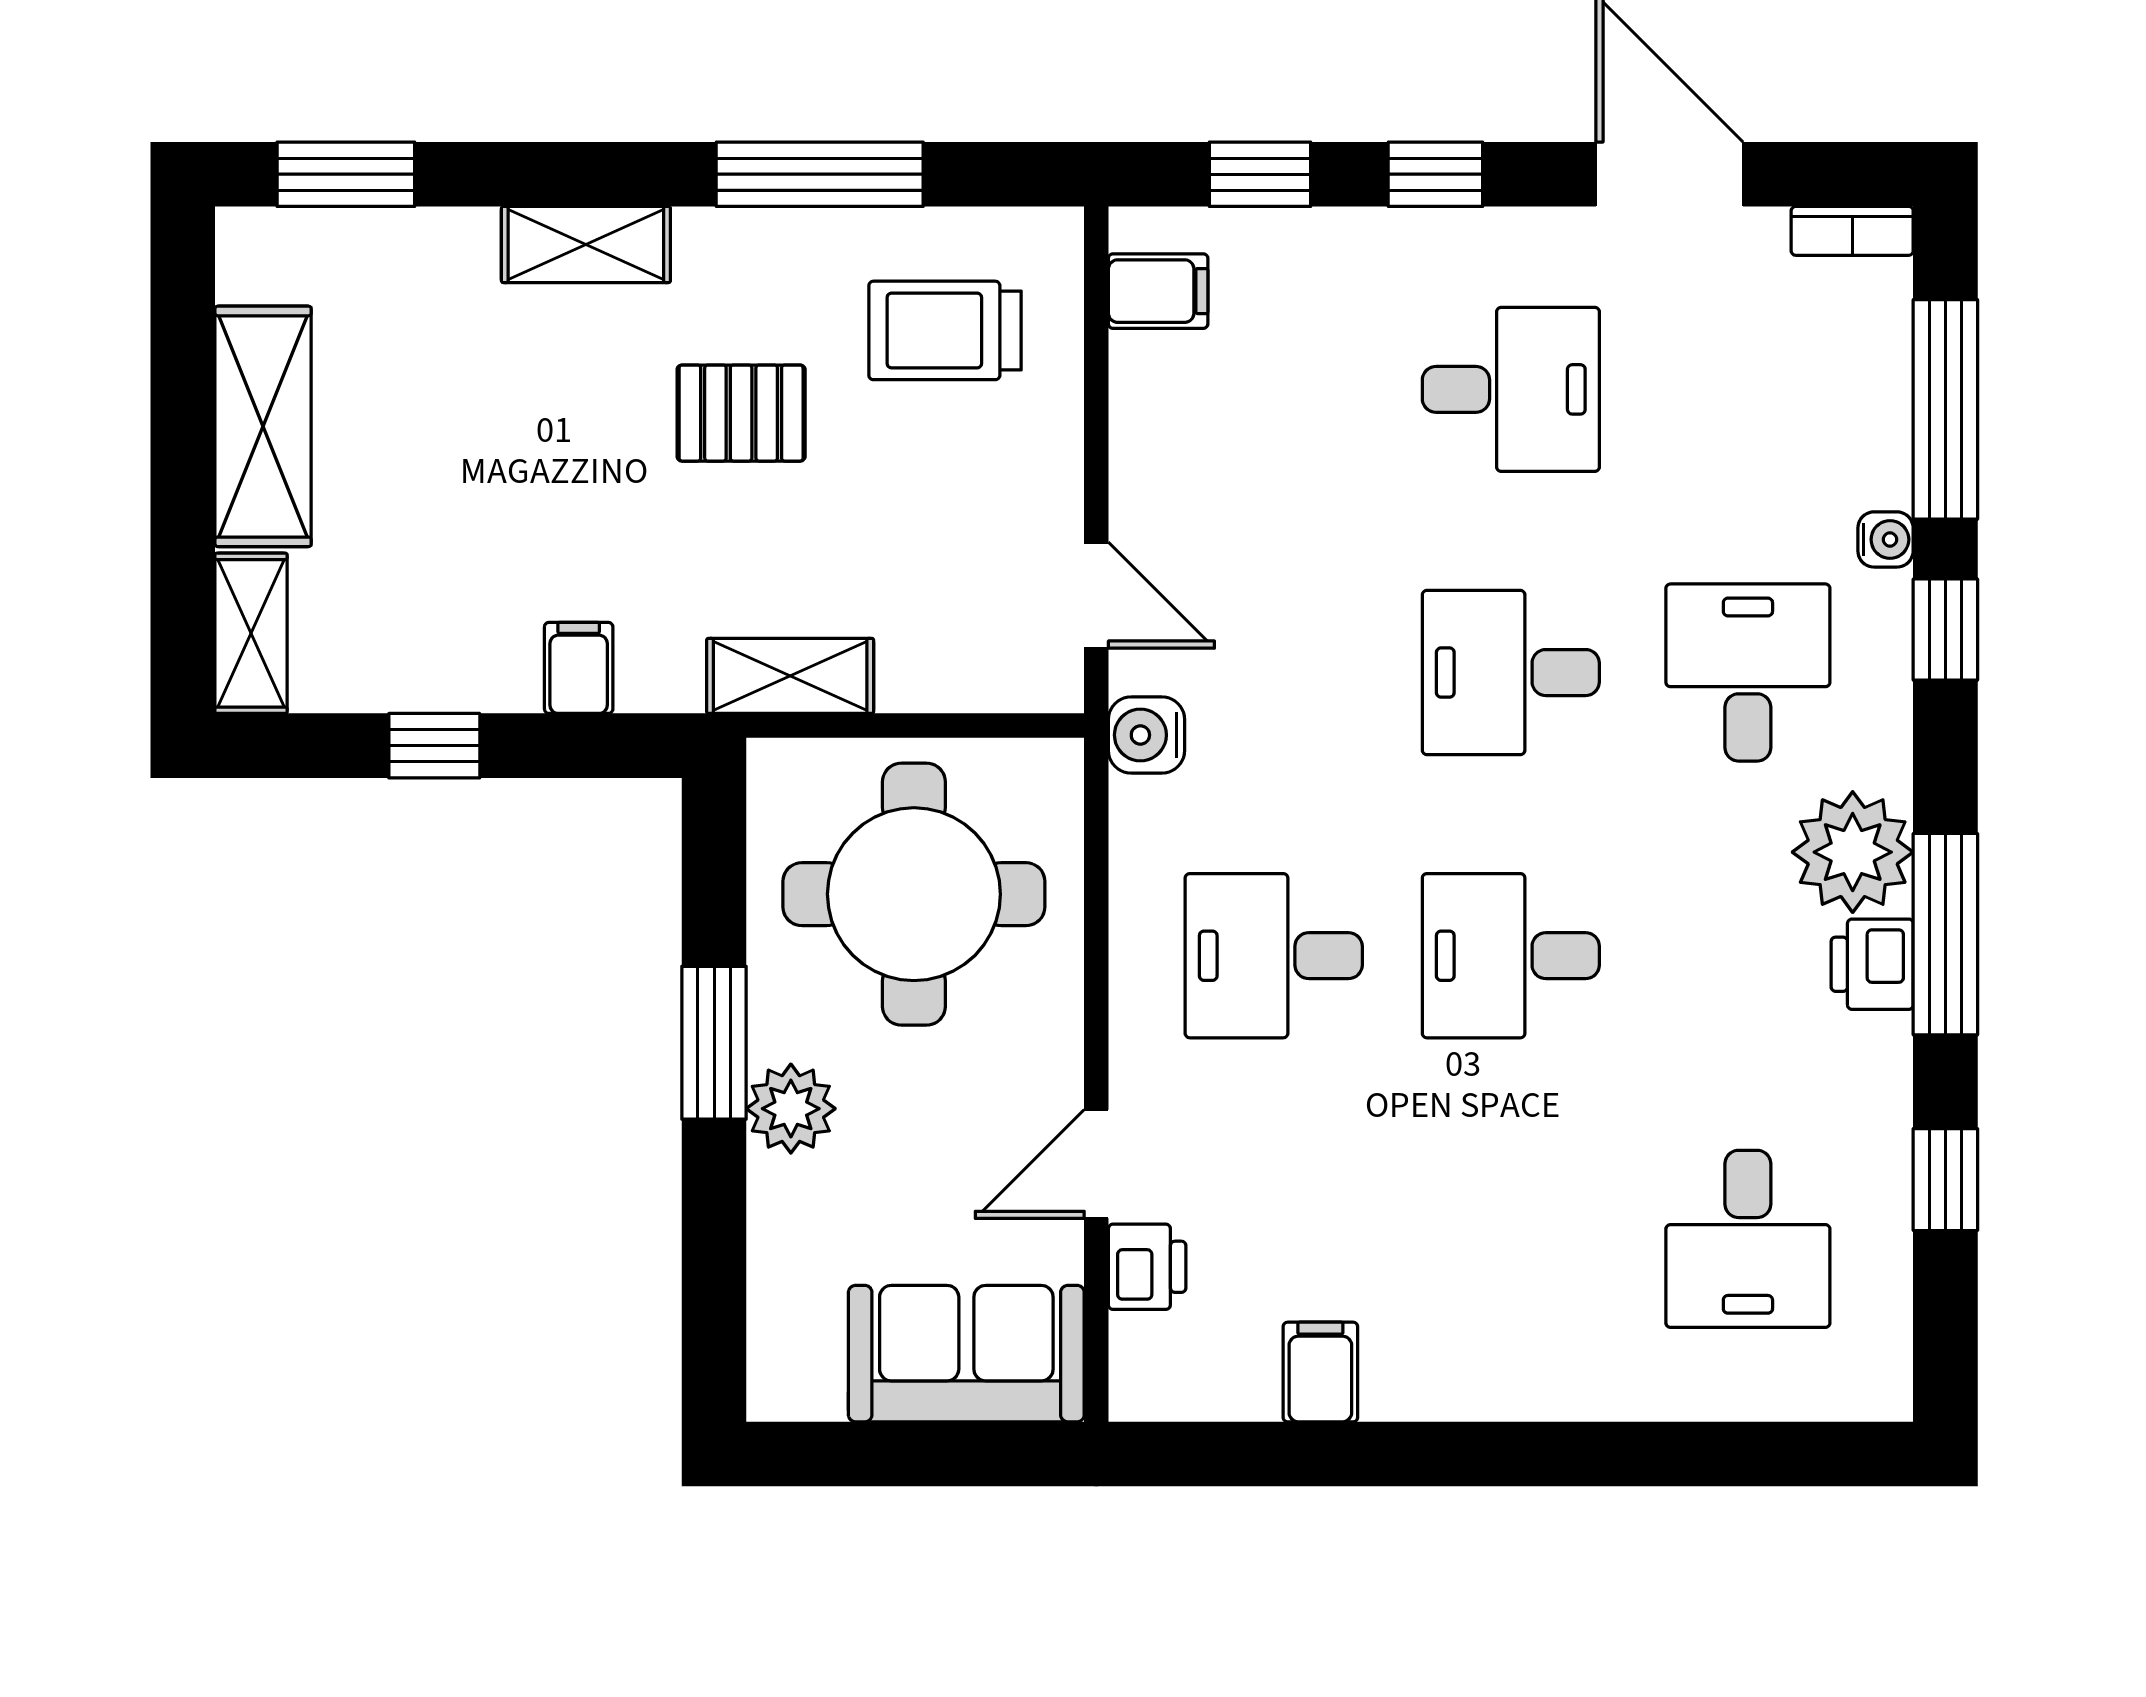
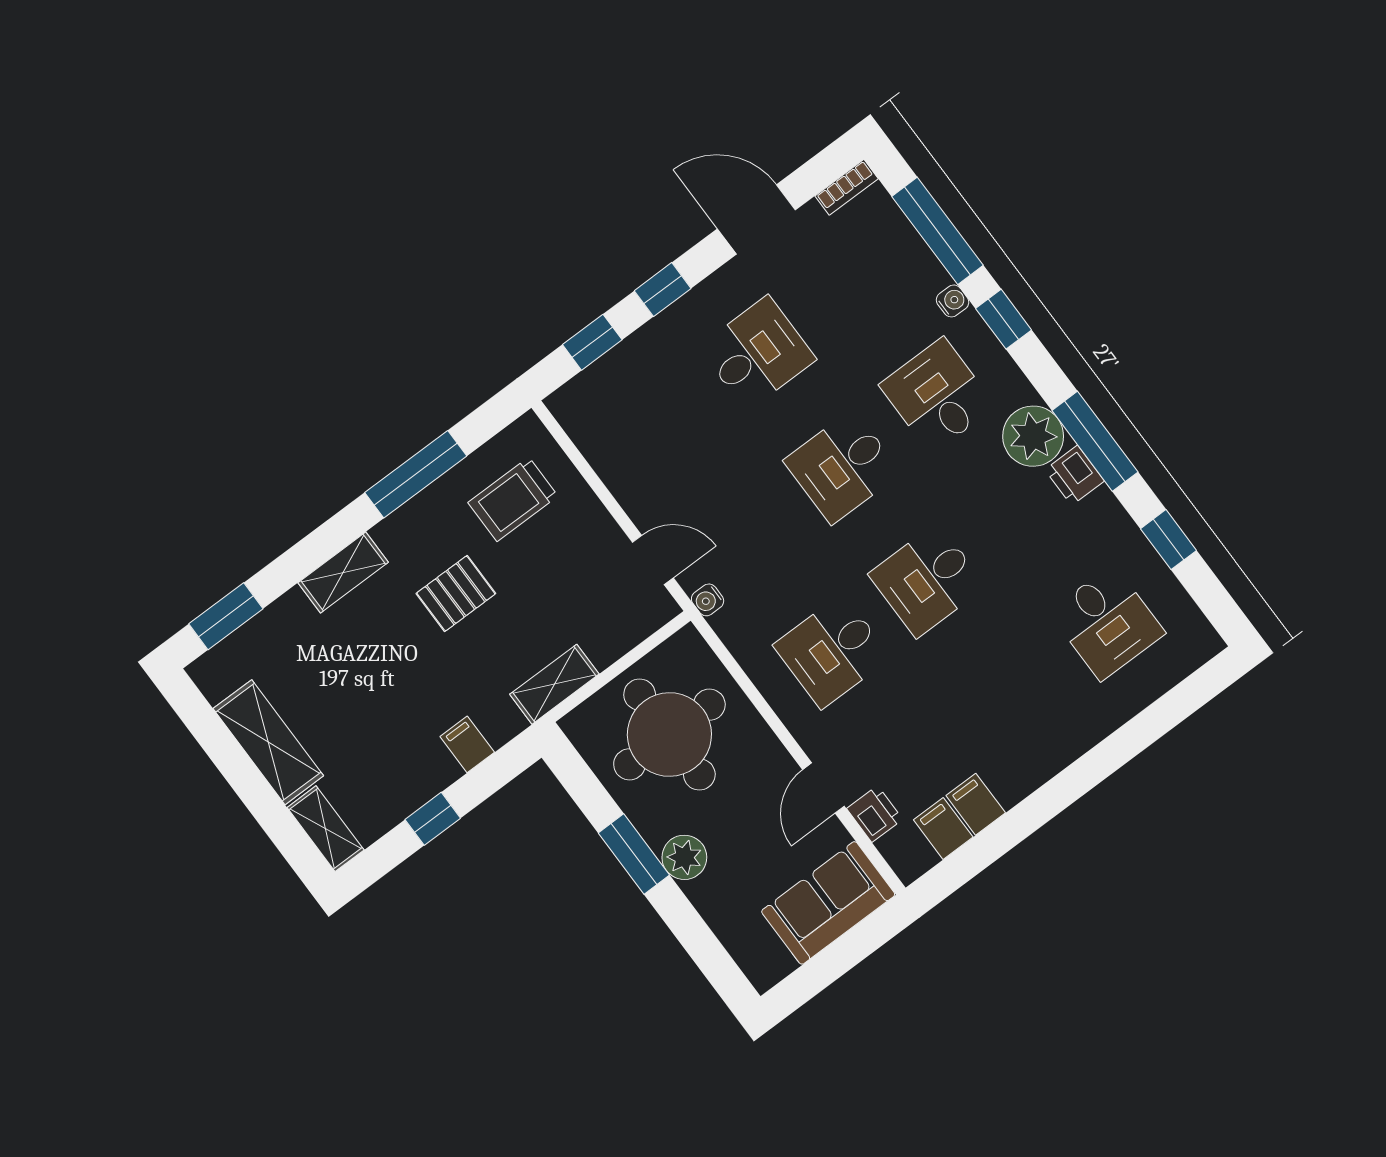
filing cabinet: (1158, 291) -> (943, 828), moved, turned -90
water cooler: (1147, 735) -> (708, 600), width x0.72, depth x0.72

